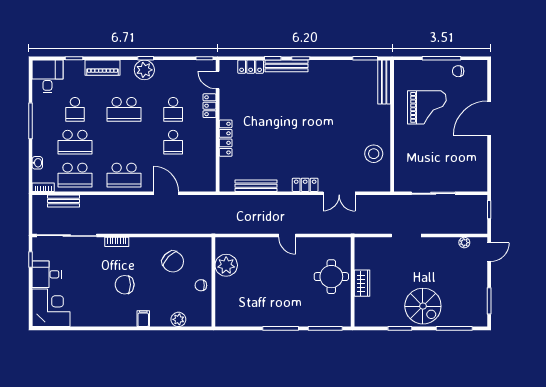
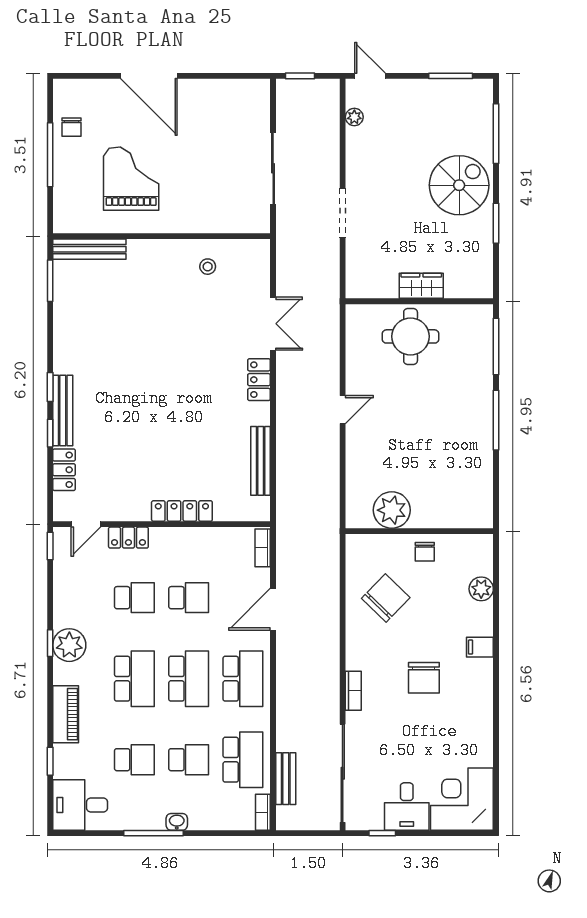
school desk: (75, 142) -> (189, 760), width x0.54
school desk: (124, 142) -> (189, 679), added
stool: (374, 154) -> (208, 267), width x0.53, depth x0.53
washbasin: (37, 163) -> (177, 822), moved
bookcase: (203, 187) -> (263, 548), added

